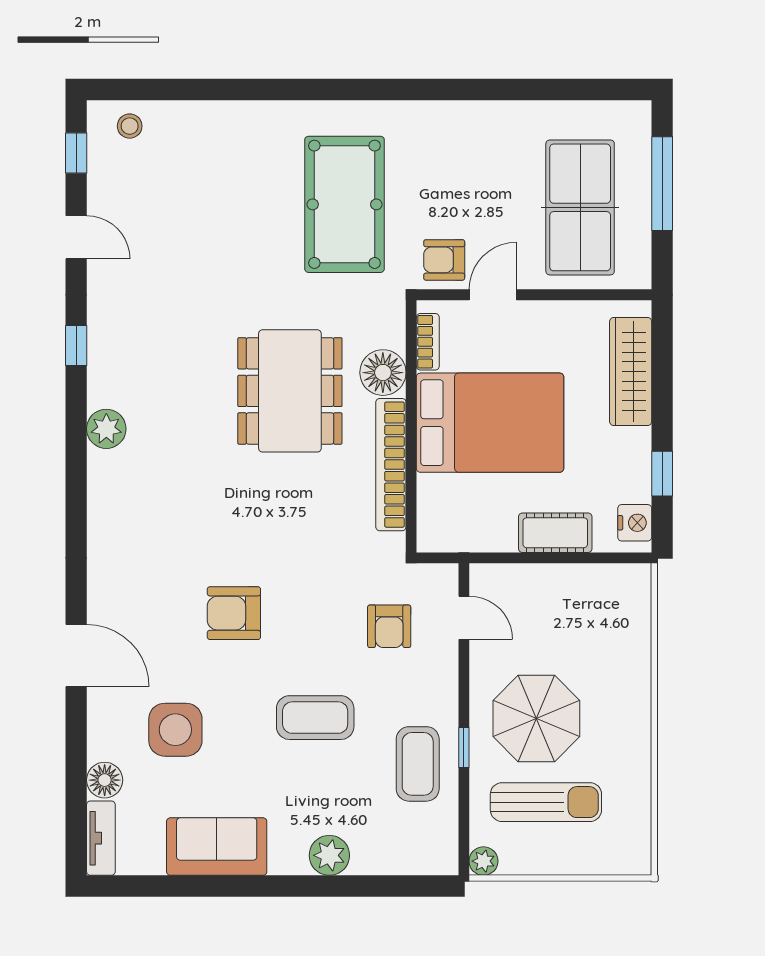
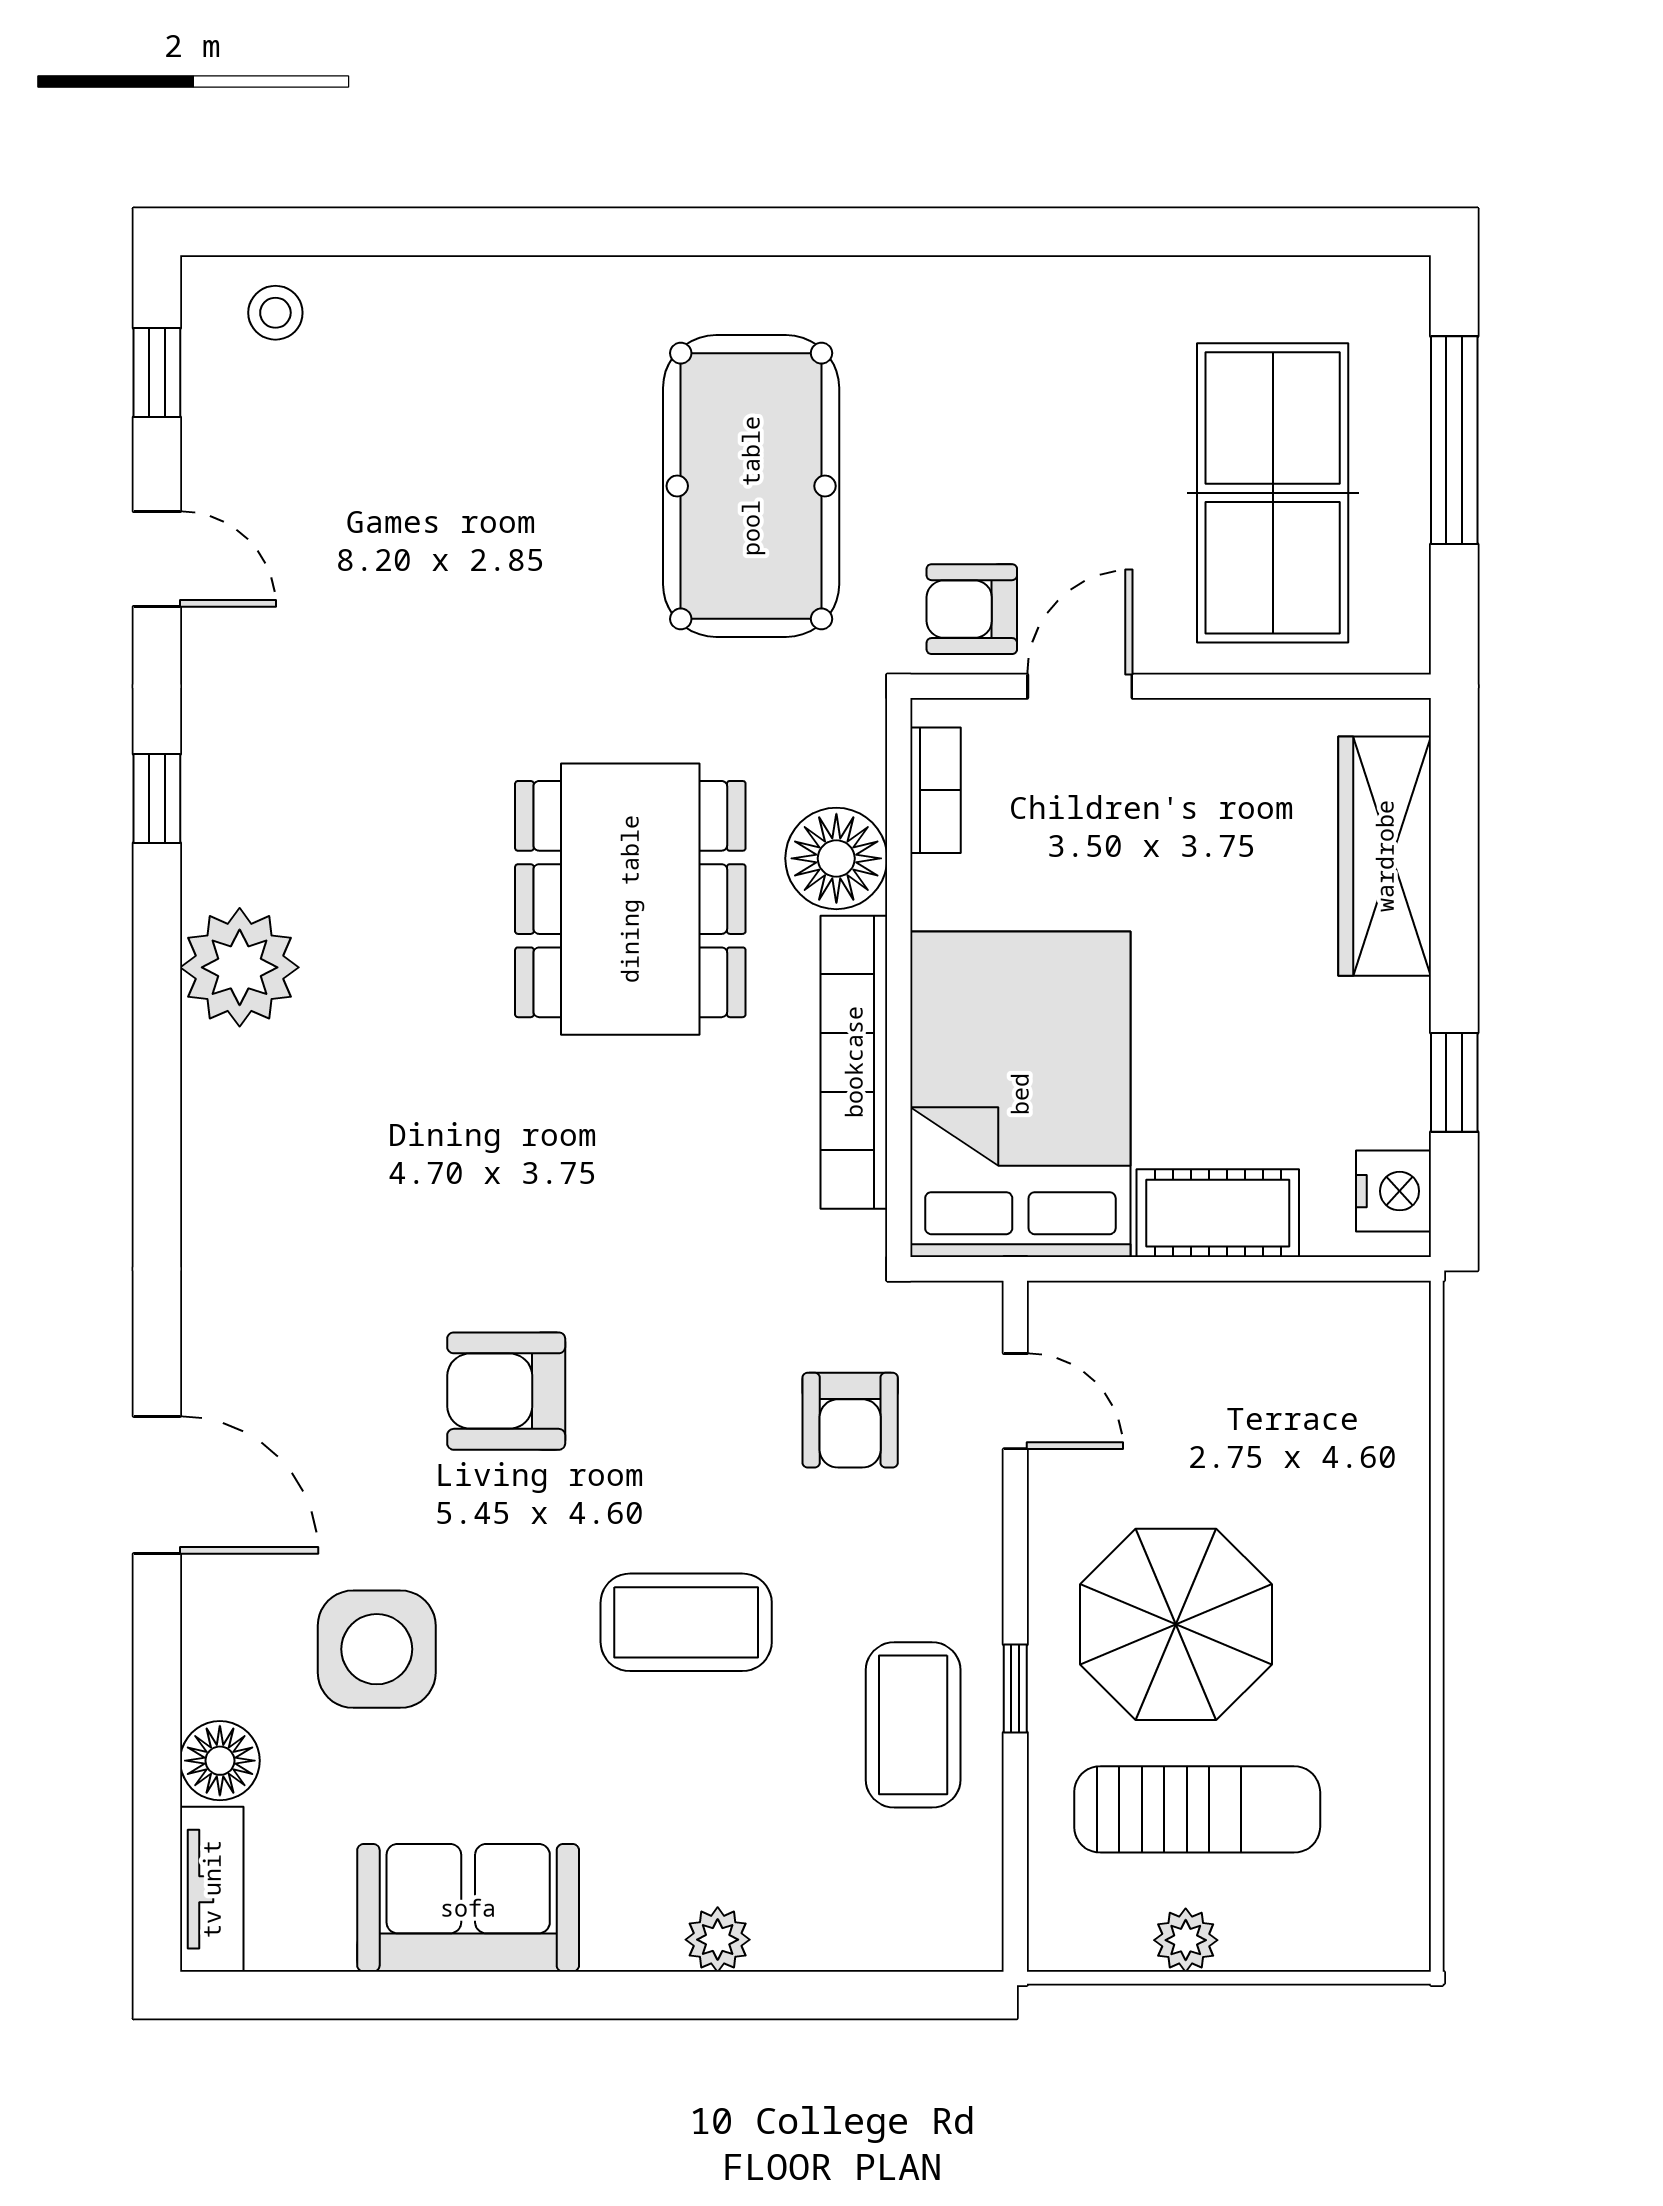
bed: (490, 423) -> (1020, 1094), moved, turned -90
plant: (106, 429) -> (240, 967), width x1.36, depth x1.36
plant: (329, 855) -> (718, 1940), width x0.73, depth x0.73
plant: (483, 861) -> (1186, 1940), moved

